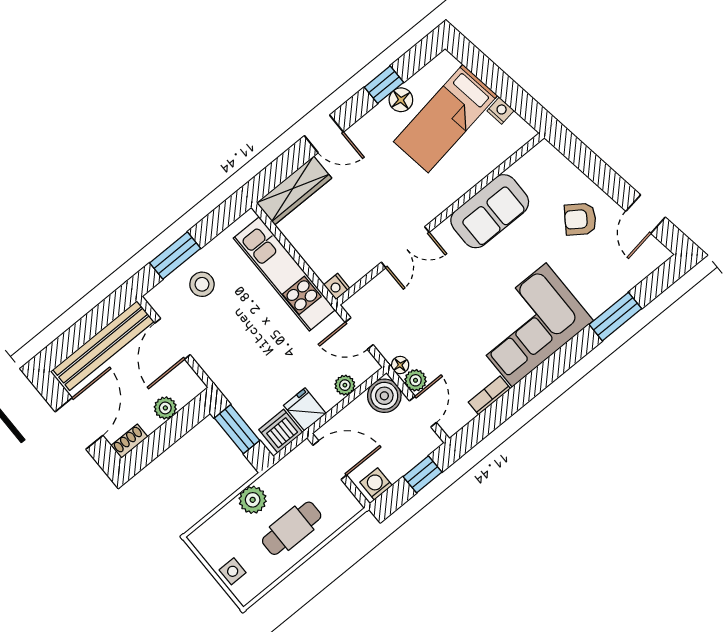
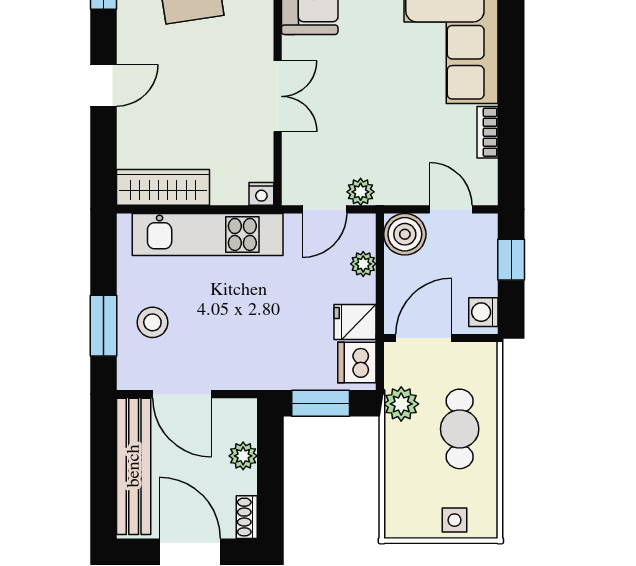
wardrobe: (294, 190) -> (163, 187), moved, turned -90
floor lamp: (400, 365) -> (388, 195), removed
plant: (416, 380) -> (361, 192), moved
plant: (253, 500) -> (401, 404), moved

